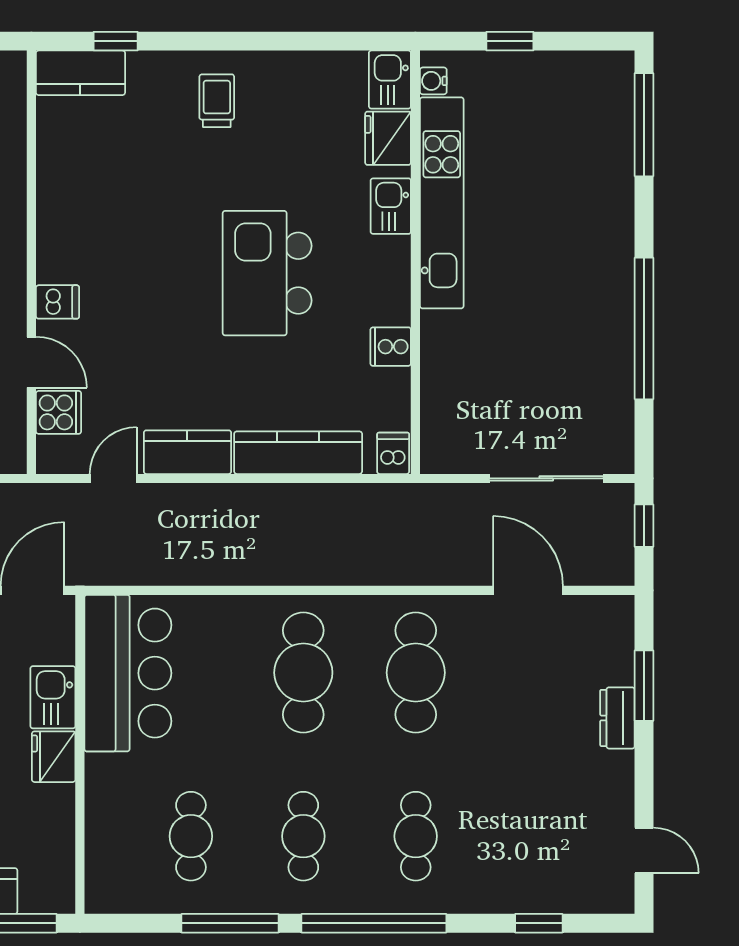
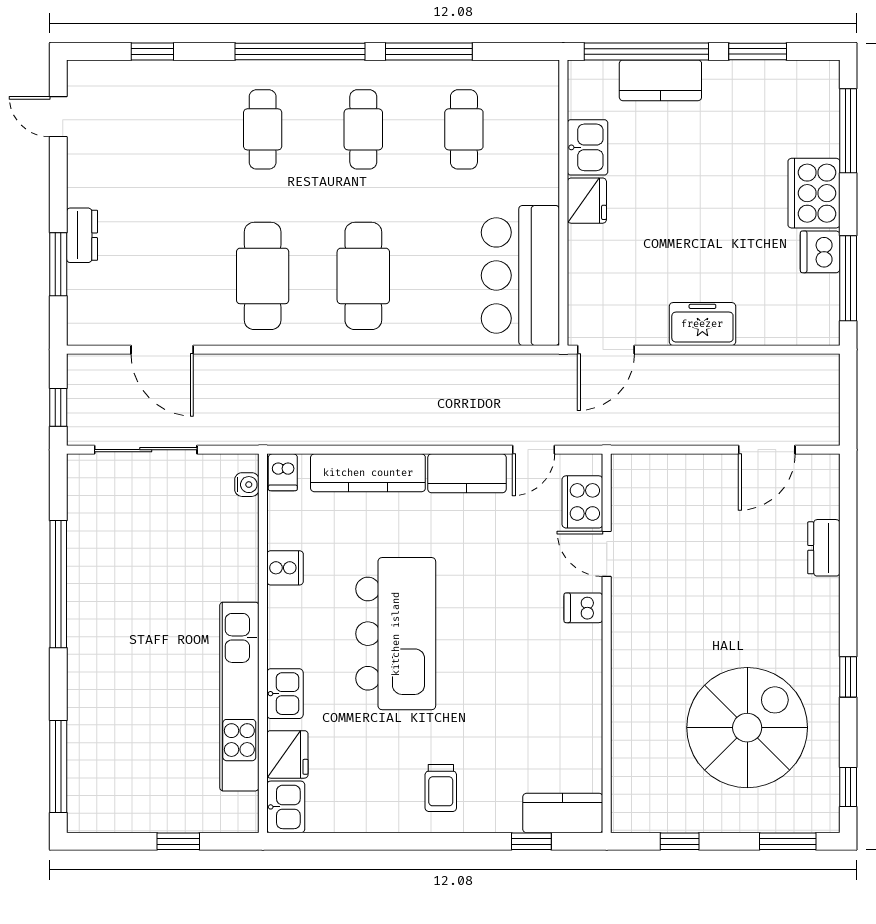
water cooler: (433, 81) -> (247, 485), moved
kitchen island: (267, 273) -> (396, 634), width x1.37
cooker: (59, 412) -> (582, 502), width x1.36
kitchen sink: (53, 697) -> (588, 147), moved

